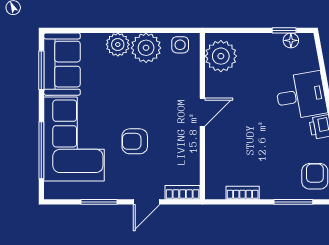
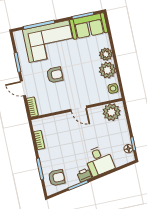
armchair: (135, 141) -> (55, 75), turned 90

